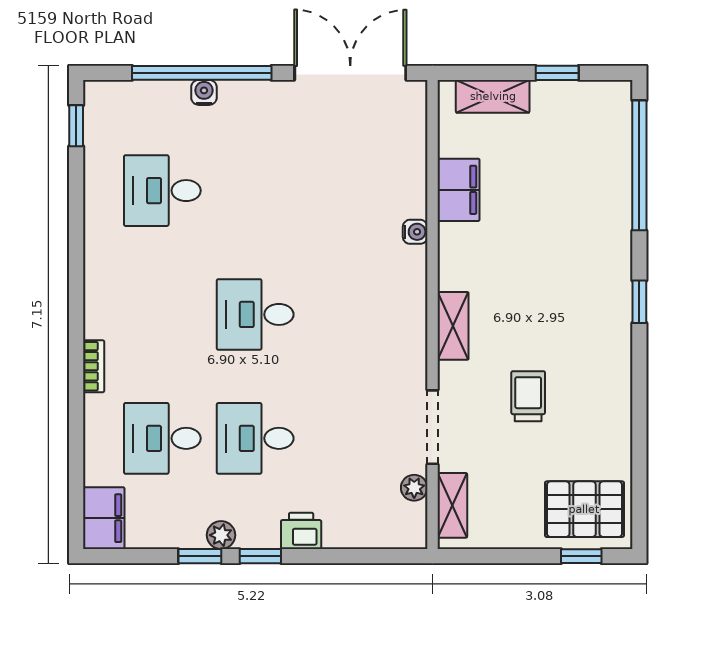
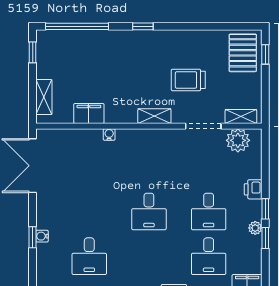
window: (202, 73) -> (33, 237), width x0.32
window: (557, 73) -> (33, 52), moved
trolley: (528, 396) -> (188, 80), width x1.36, depth x1.39
plant: (414, 488) -> (238, 140), width x1.88, depth x1.88

